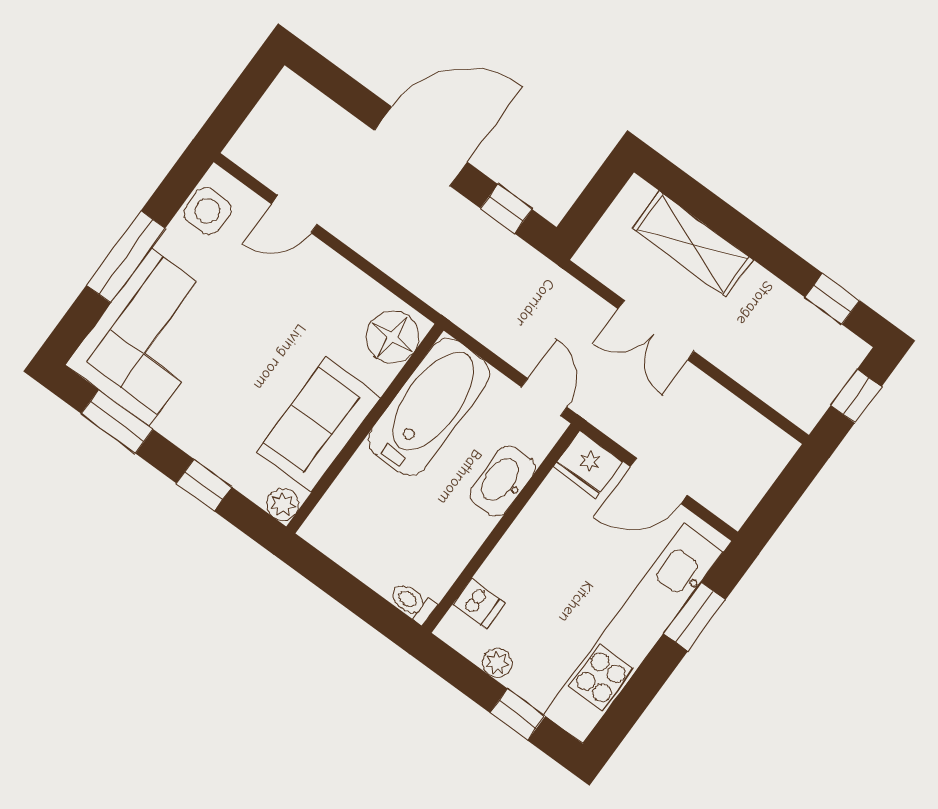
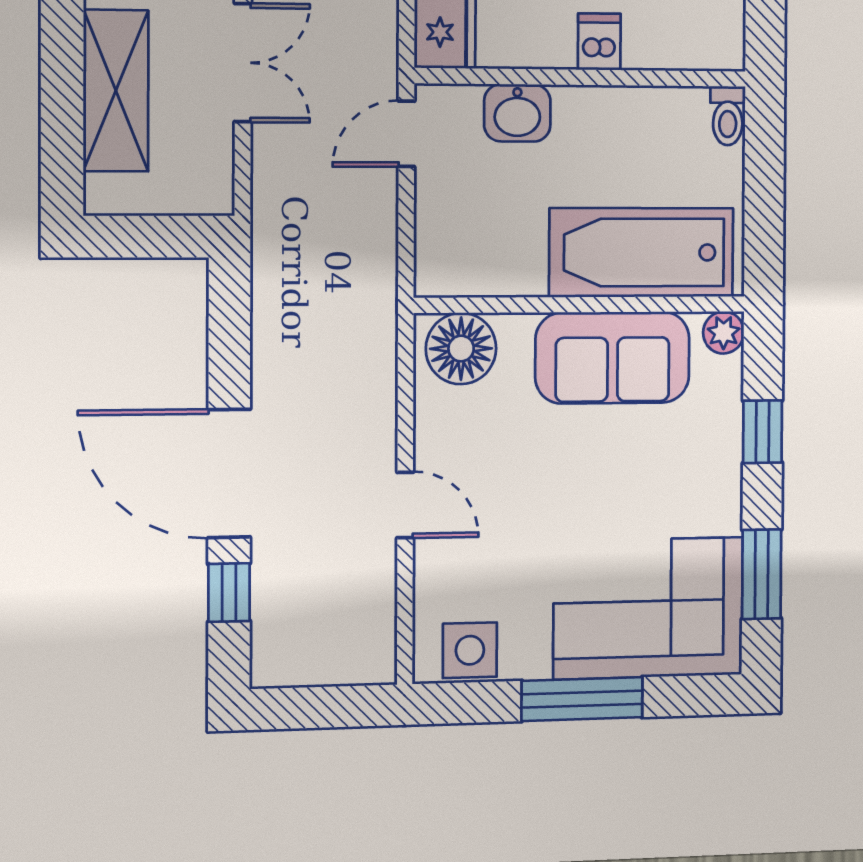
window: (506, 209) -> (229, 593), moved
door: (294, 214) -> (405, 505), moved
bathtub: (429, 407) -> (642, 253), moved
washbasin: (503, 481) -> (517, 113), width x0.72
dishwasher: (479, 604) -> (599, 42), moved

